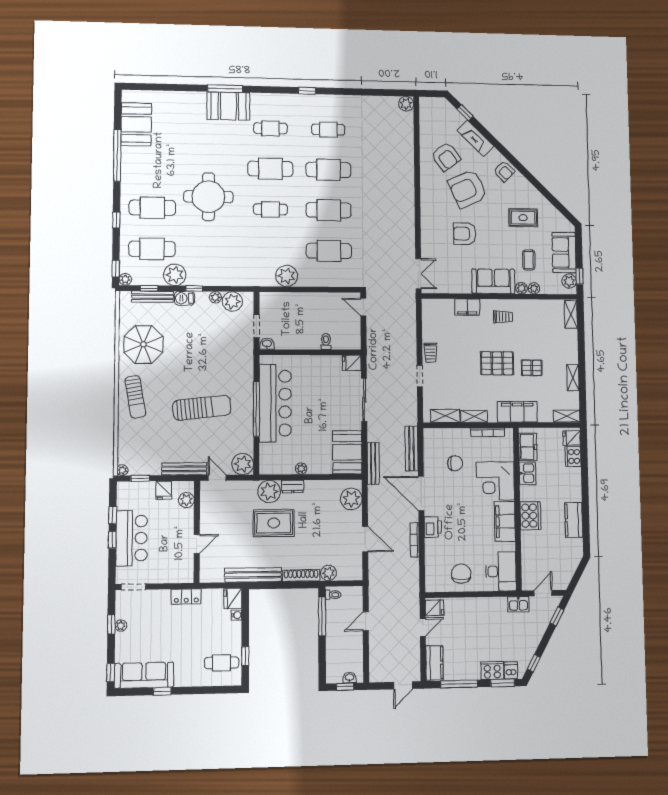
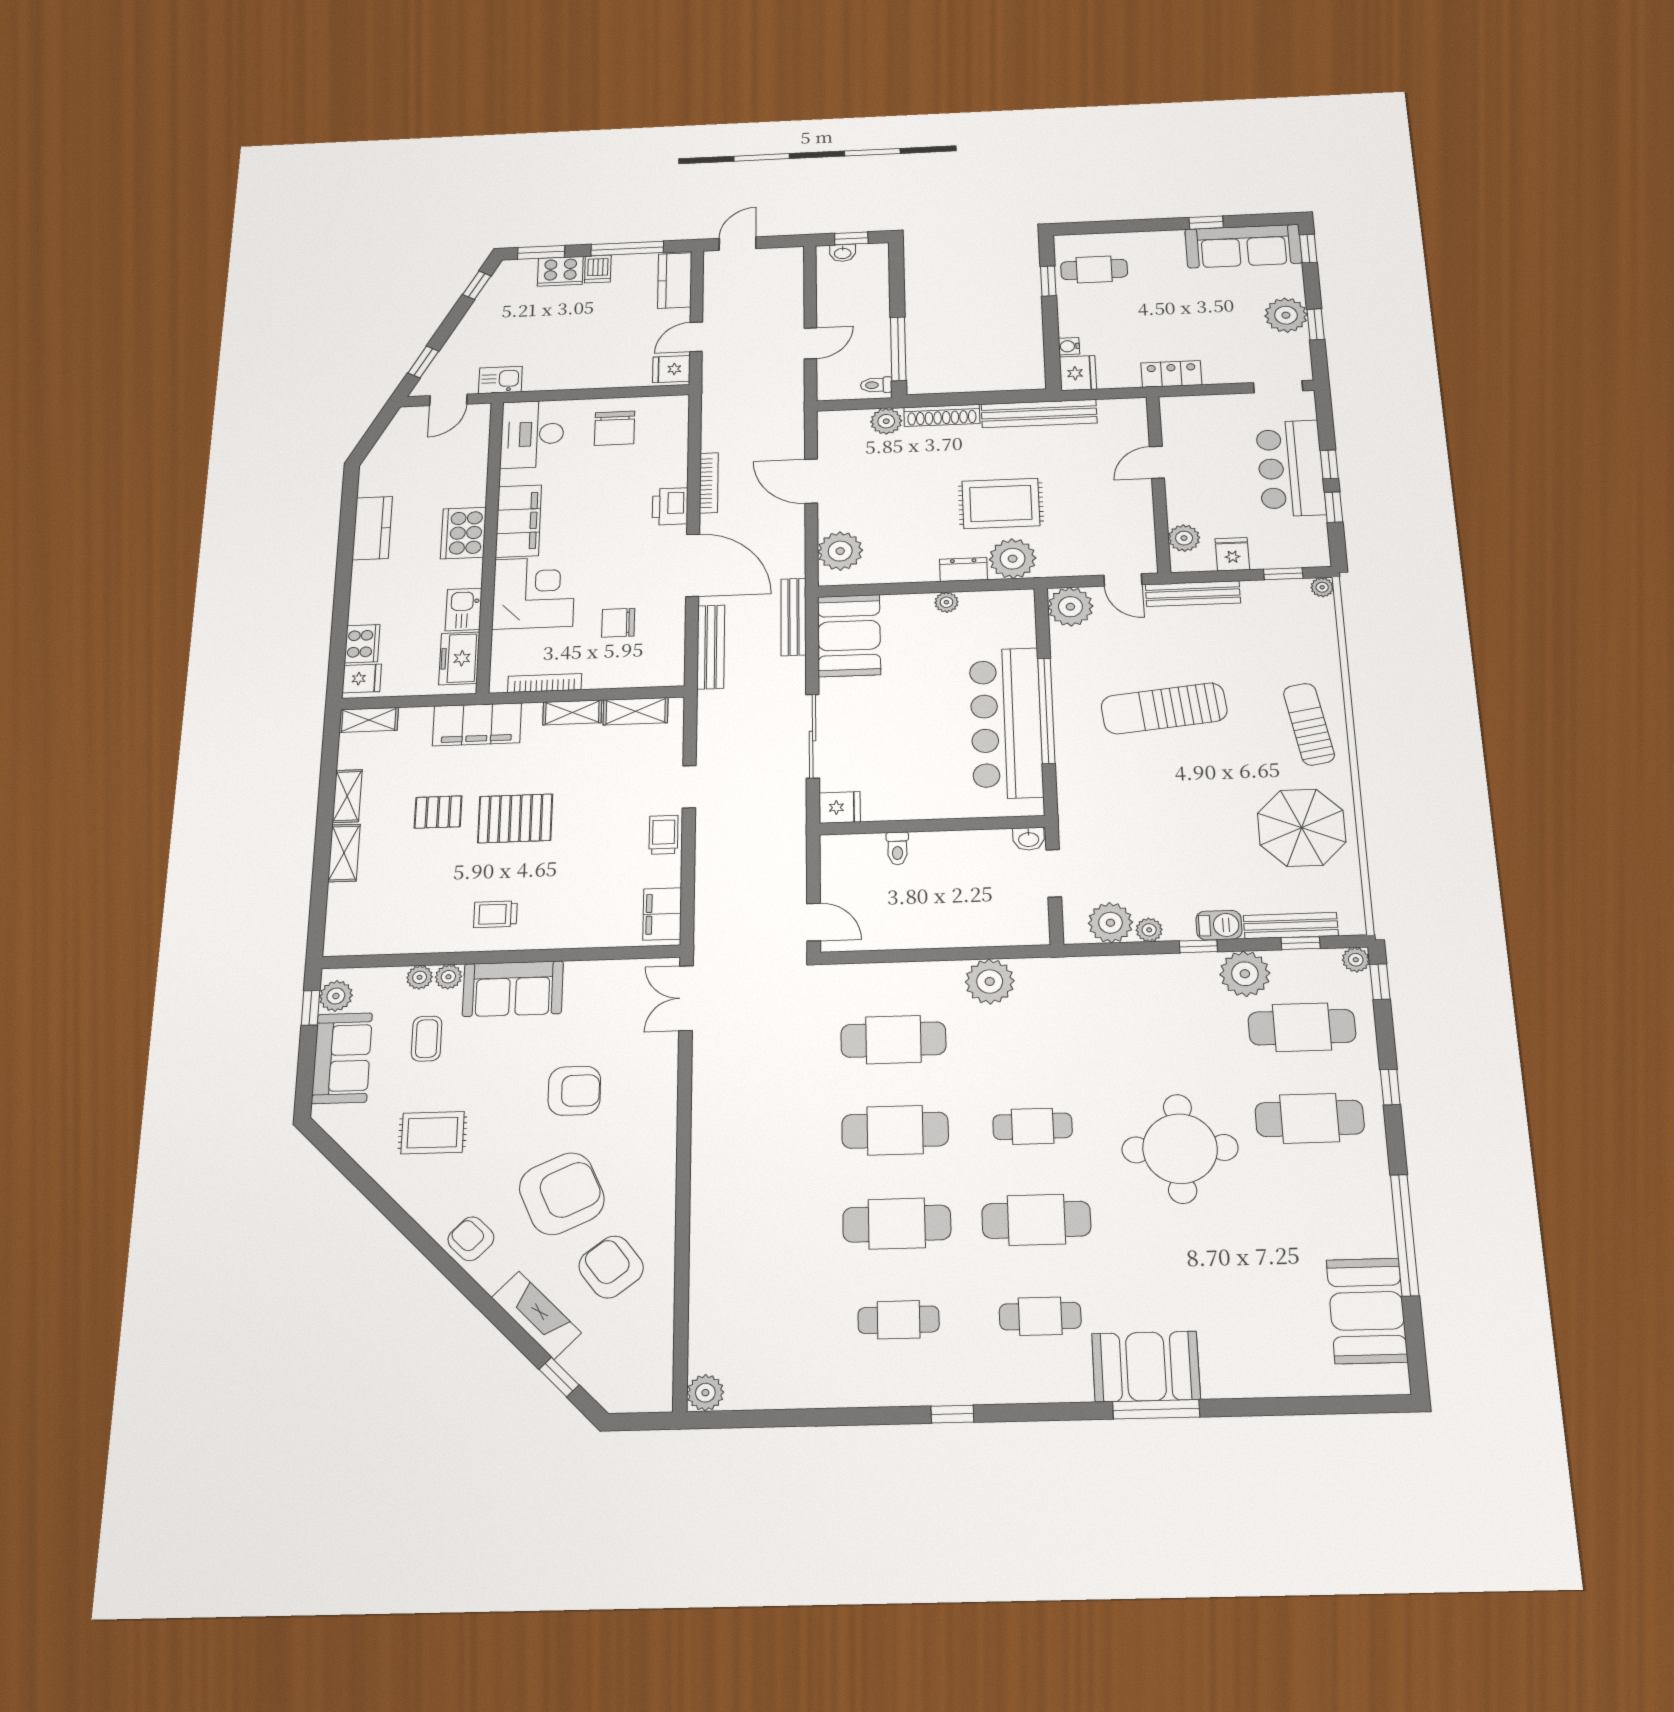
filing cabinet: (467, 307) -> (662, 914), moved, turned -90
shelving: (571, 314) -> (344, 853), moved
plant: (121, 626) -> (1286, 315), width x1.87, depth x1.87
dishwasher: (511, 670) -> (598, 269), moved

